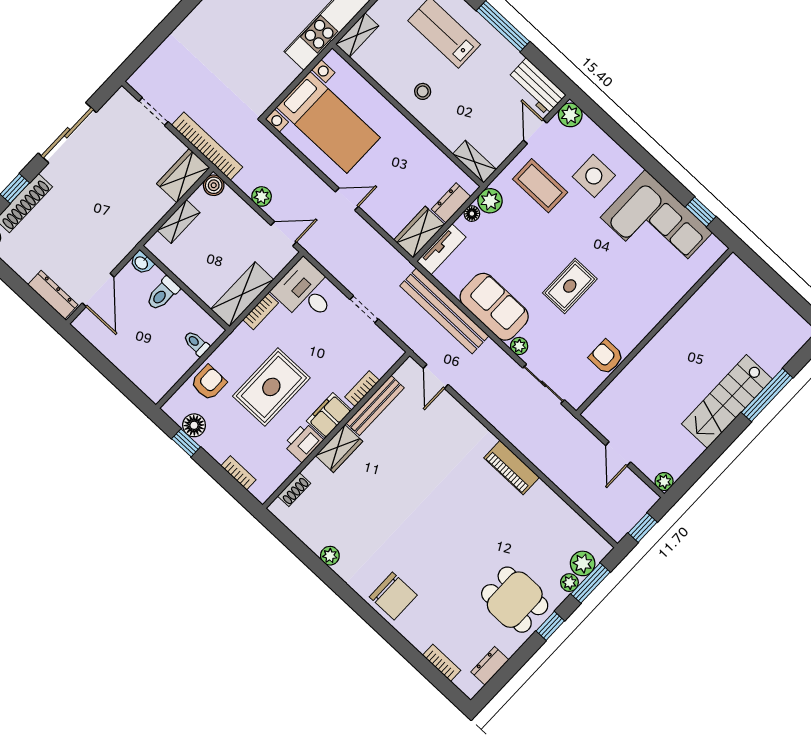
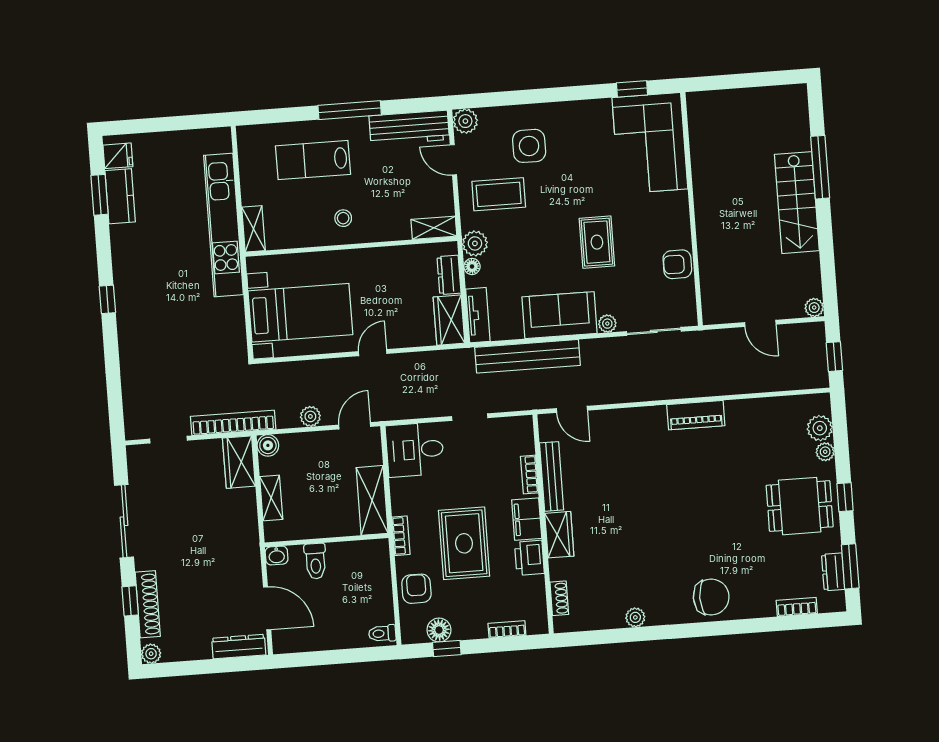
workbench: (537, 87) -> (409, 128), width x1.38
corner sofa: (656, 225) -> (650, 143), moved, turned 90
bookcase: (261, 311) -> (401, 536), moved
toilet: (196, 343) -> (382, 633), moved
window: (590, 583) -> (850, 566), moved

